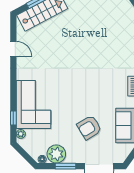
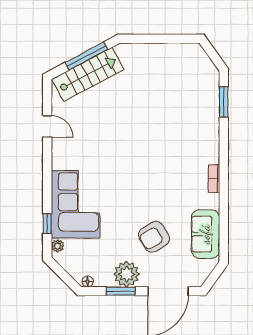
plant: (56, 154) -> (127, 274), moved

